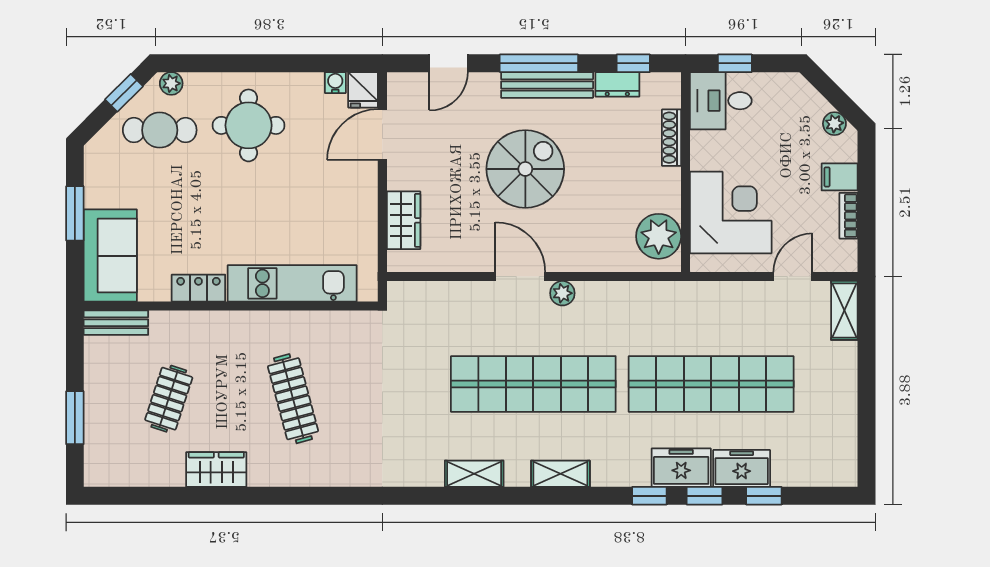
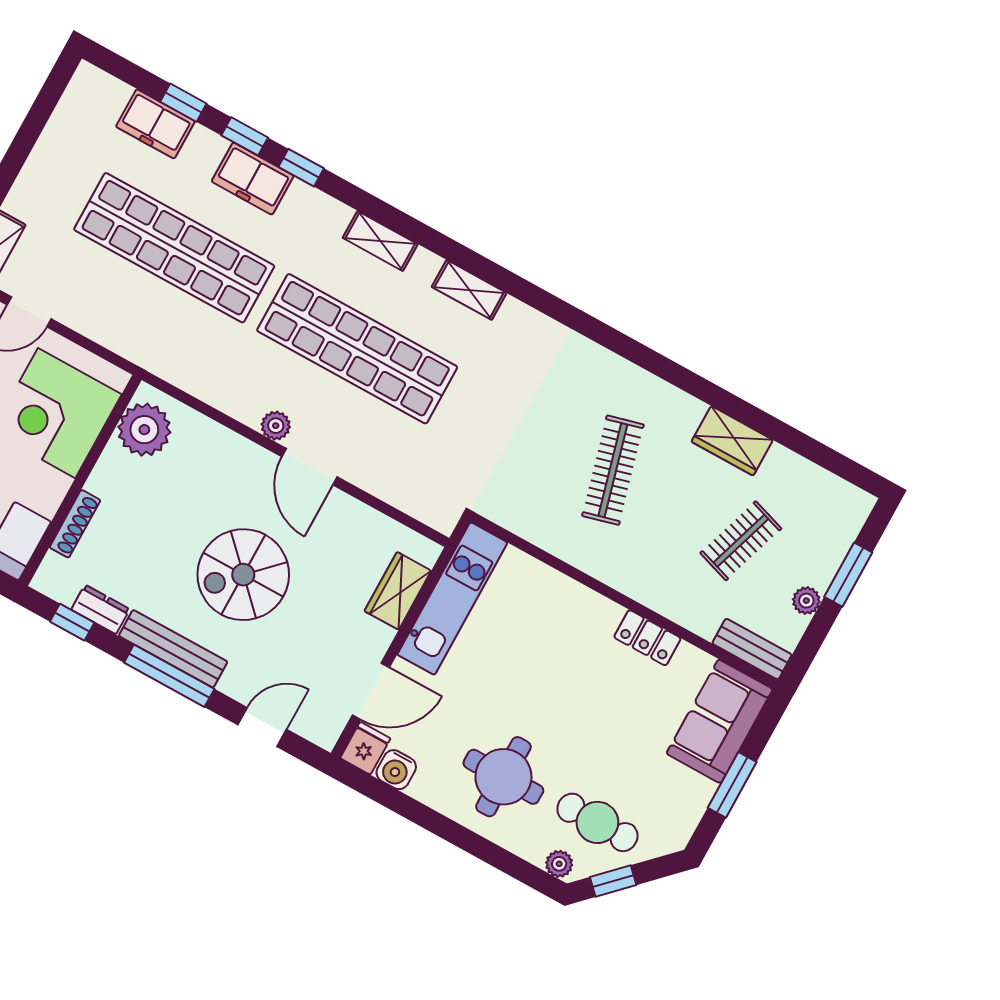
water cooler: (335, 83) -> (396, 770), width x1.38, depth x1.38
kitchen unit: (292, 283) -> (452, 599), moved, turned -90
plant: (95, 381) -> (806, 601), added
freezer: (742, 468) -> (155, 124), moved

